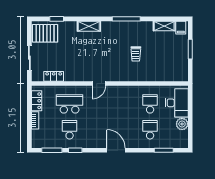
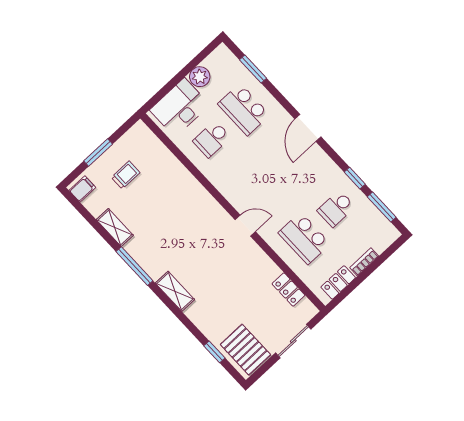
shelving: (89, 26) -> (175, 291), moved
shelving: (164, 26) -> (115, 228), moved
trolley: (136, 54) -> (126, 175), moved
school desk: (150, 130) -> (244, 109), width x1.85

